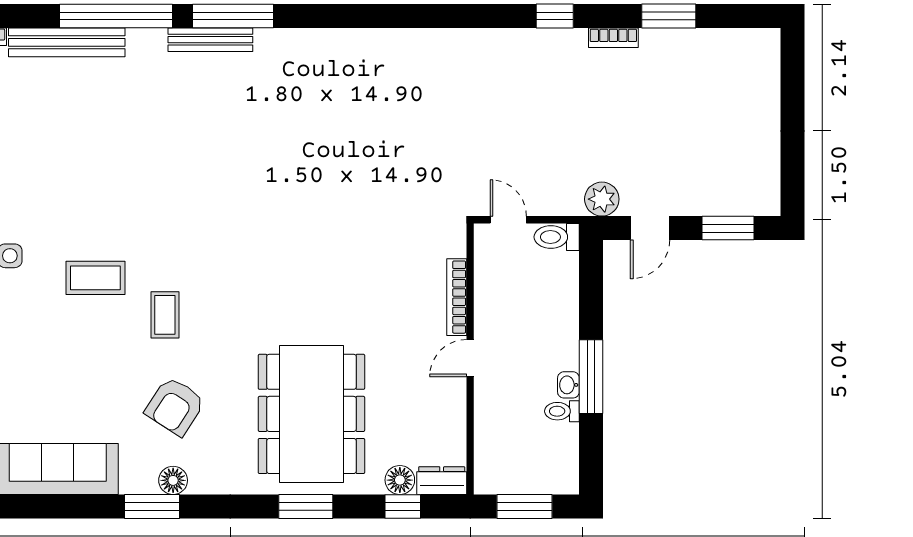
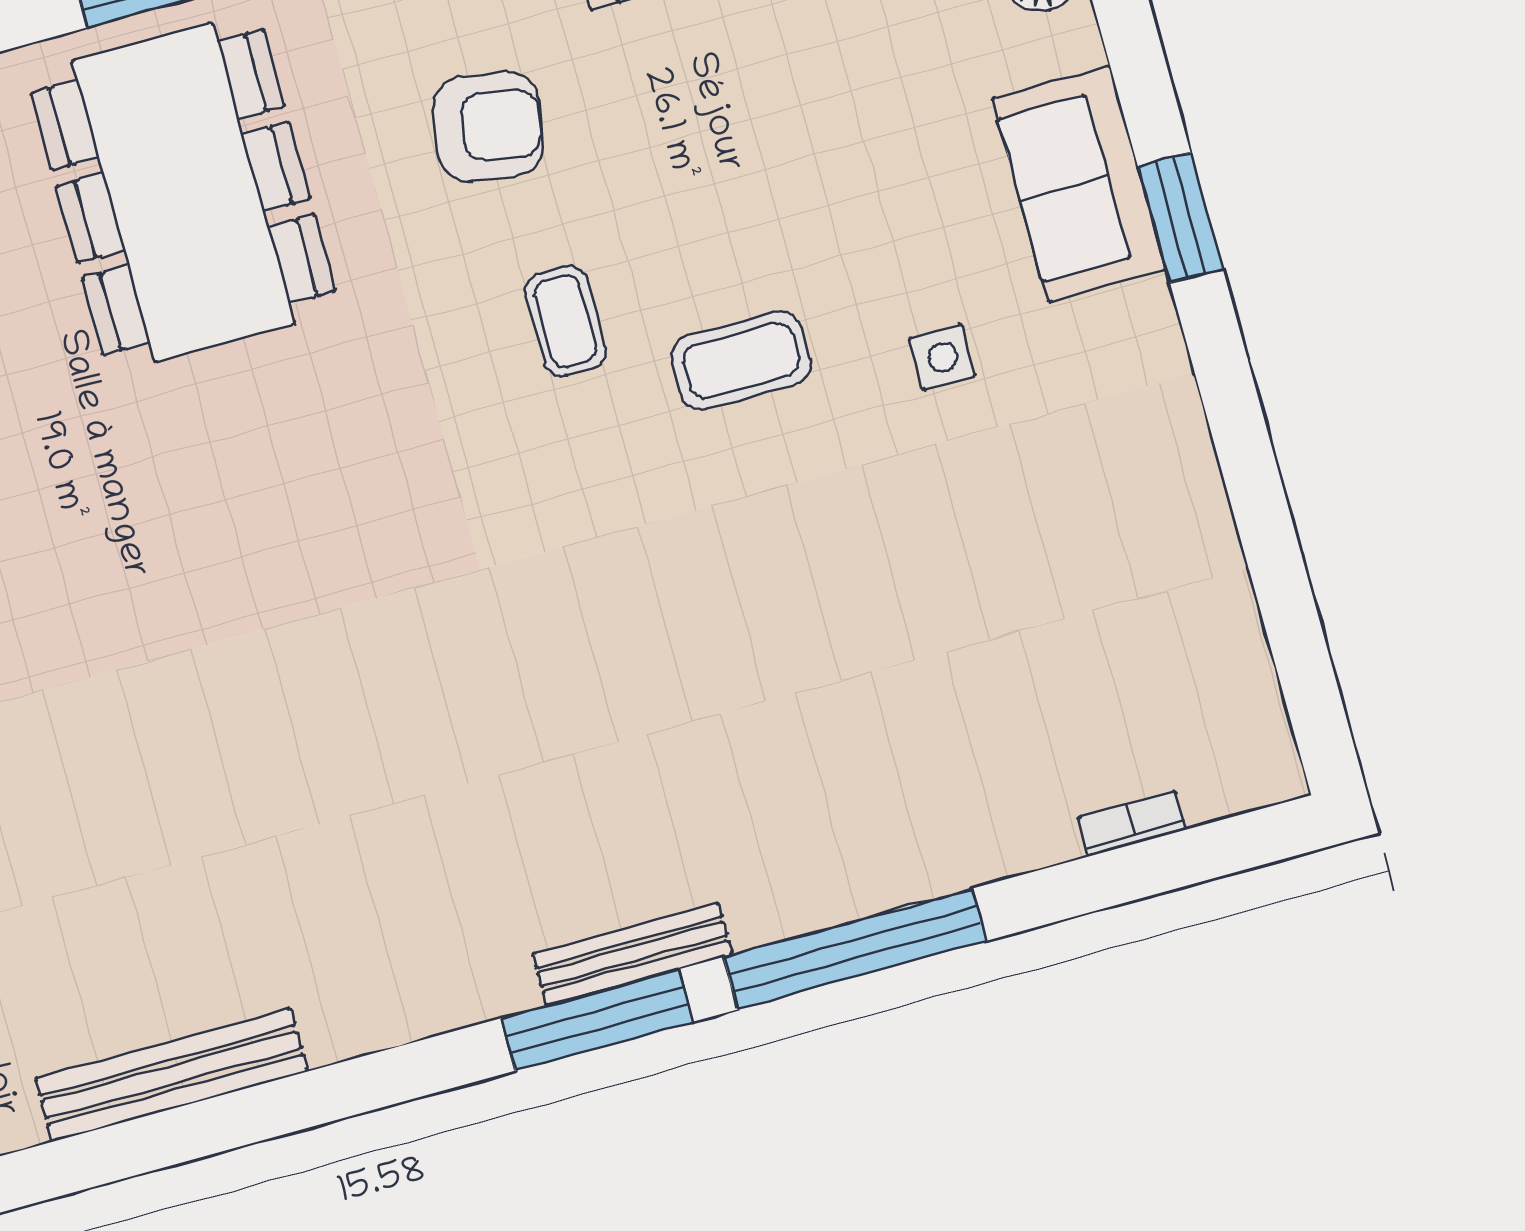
bench: (67, 42) -> (172, 1075), moved
armchair: (175, 406) -> (488, 126), turned 67

